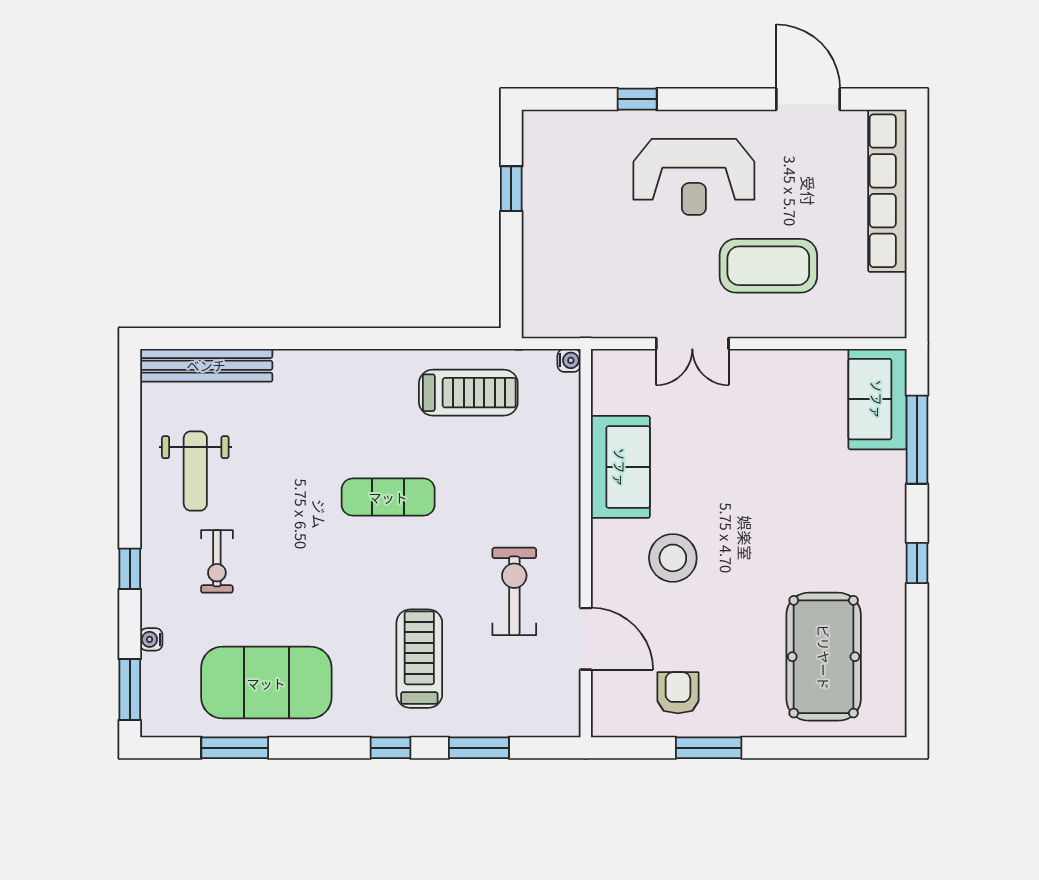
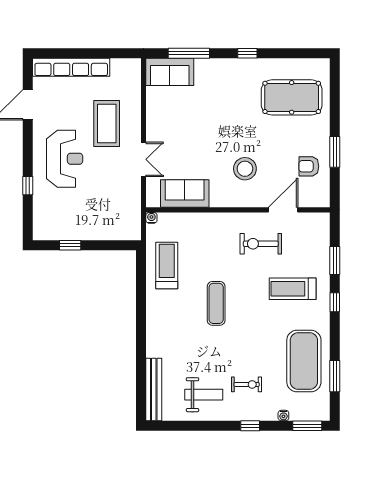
sofa: (620, 467) -> (185, 194), moved

